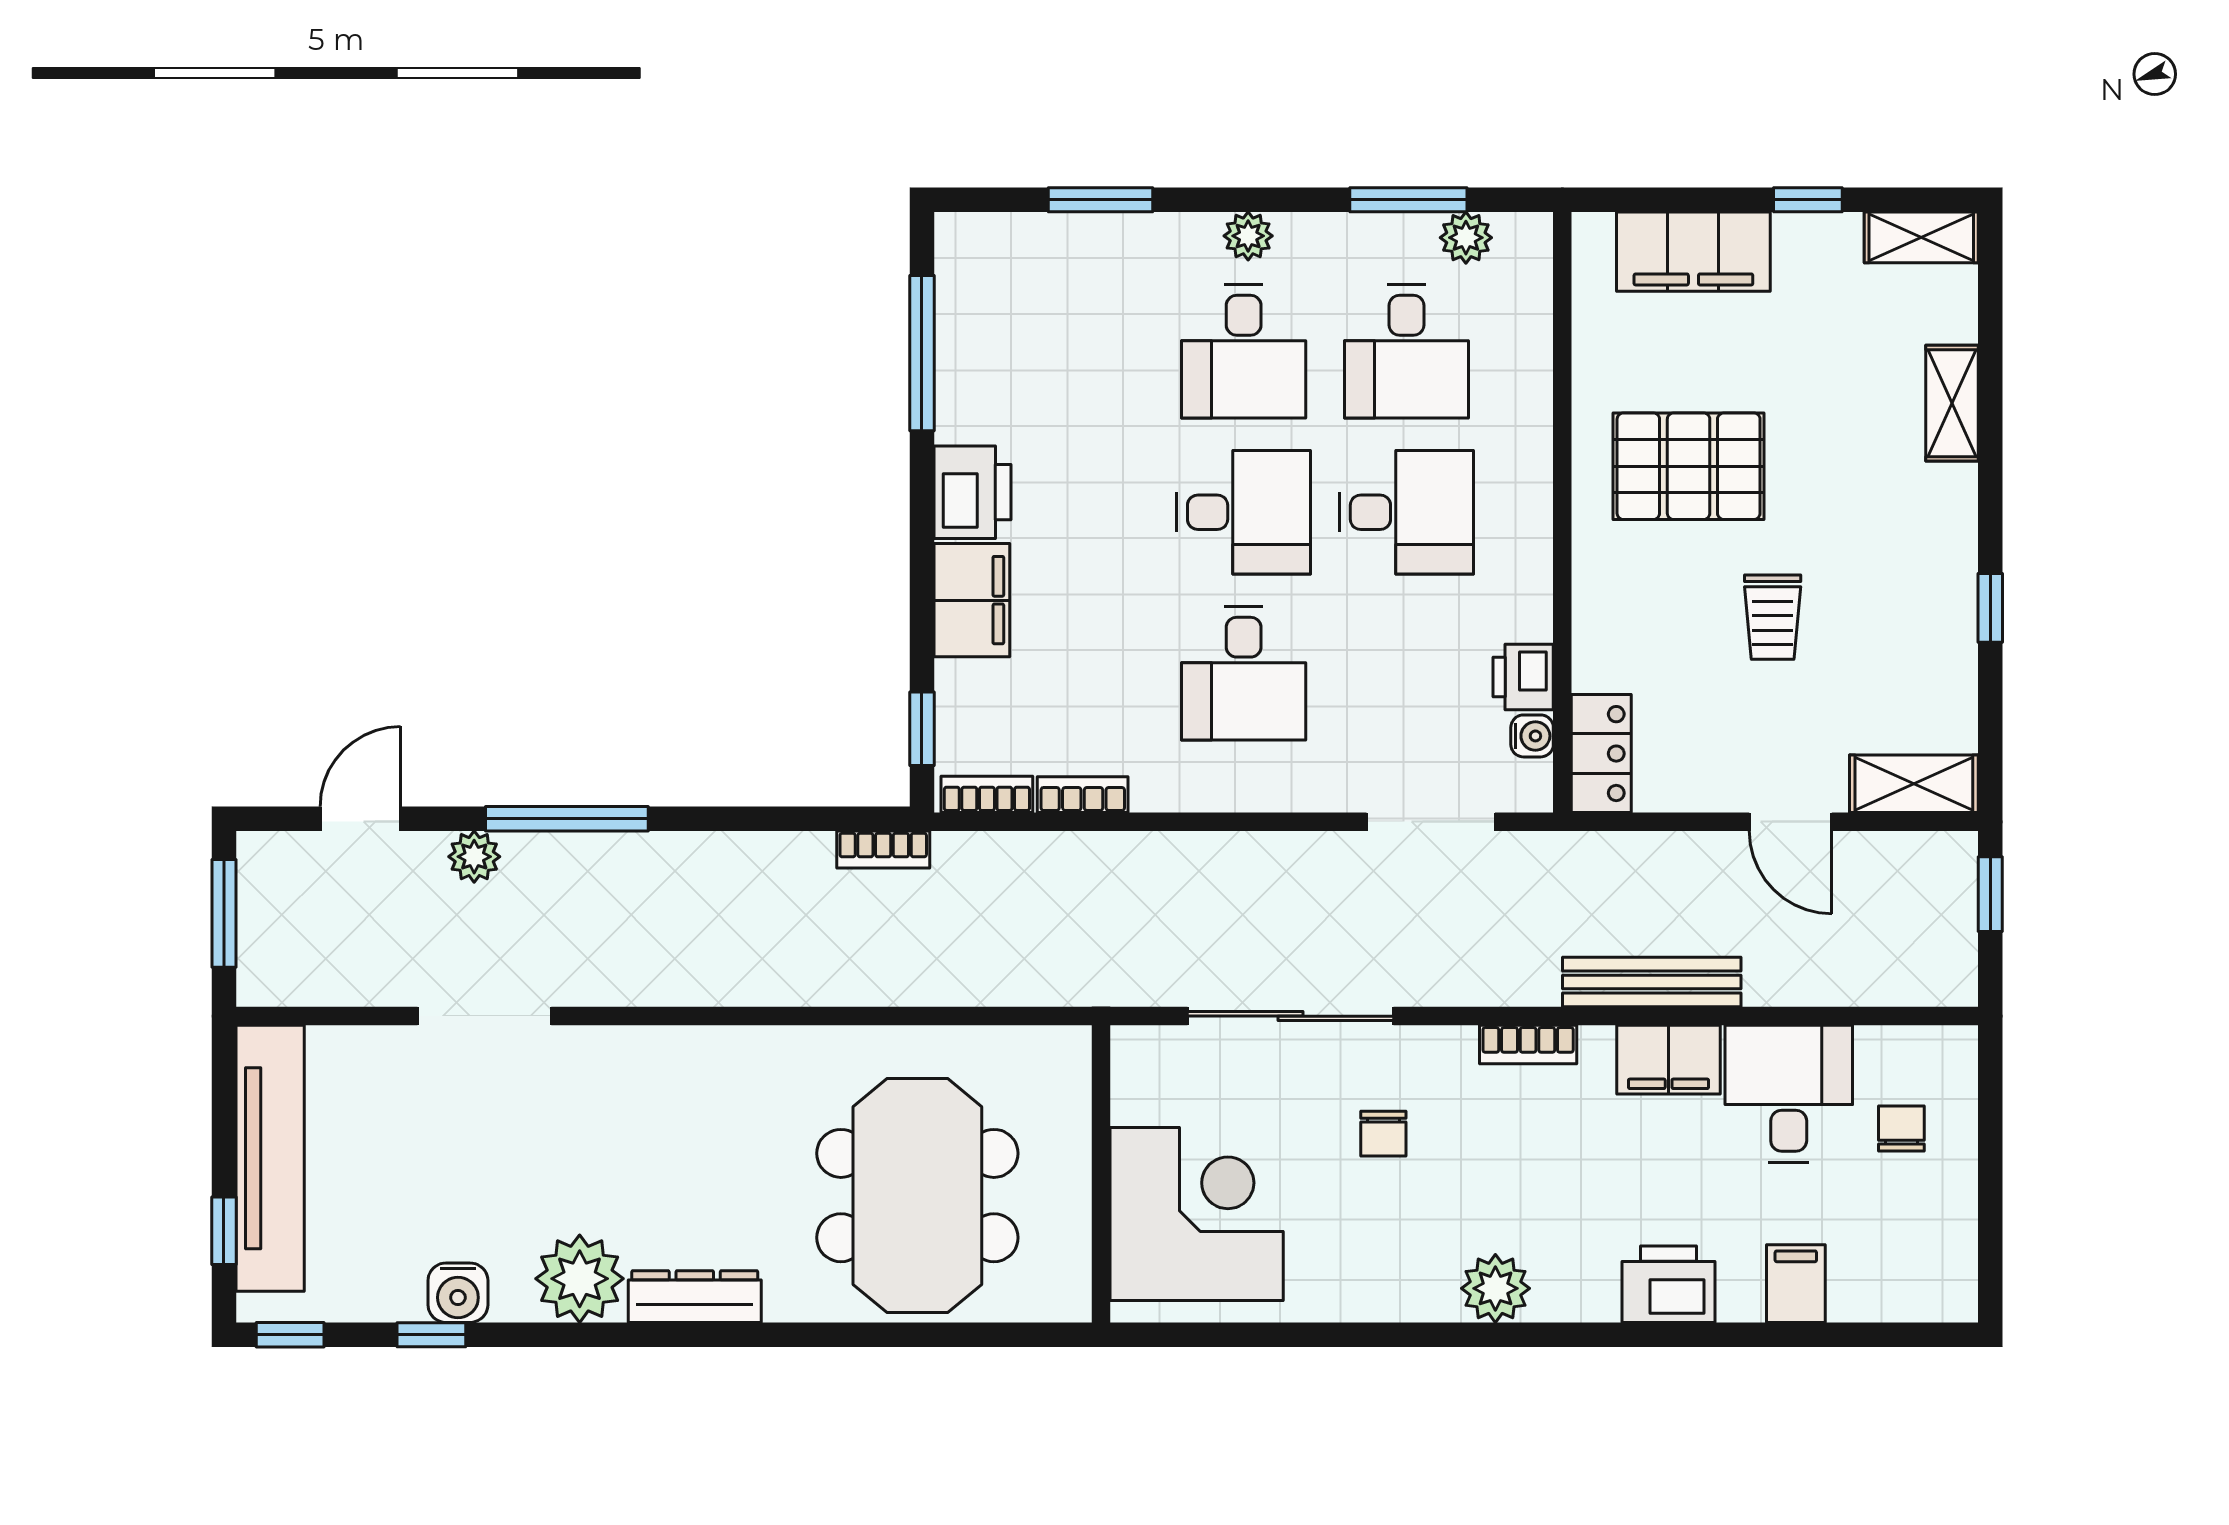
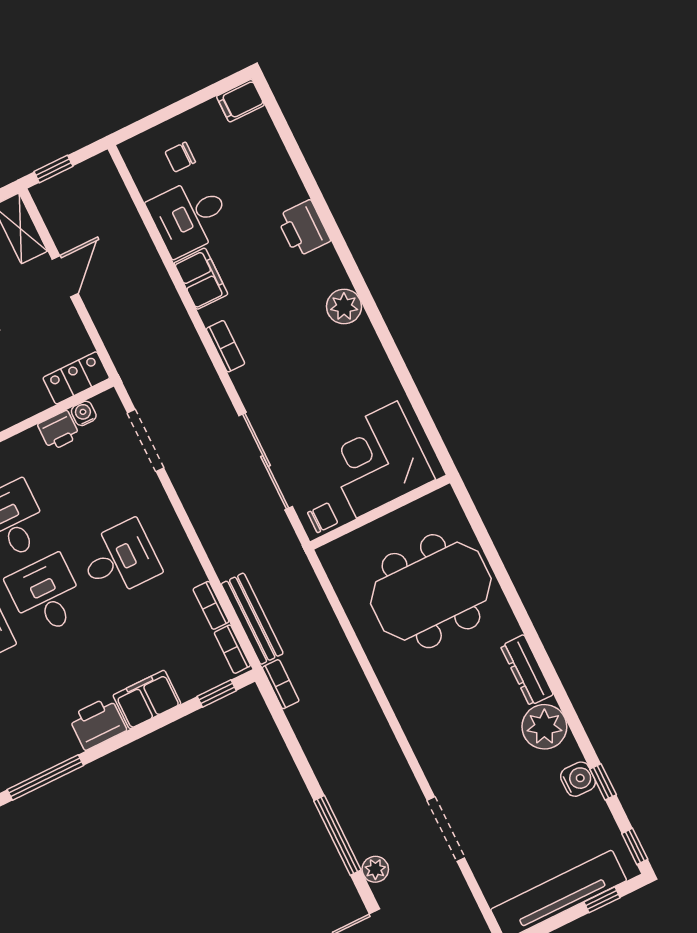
bench: (1652, 982) -> (252, 619), moved
chair: (1383, 1134) -> (323, 518), moved
filing cabinet: (1796, 1284) -> (240, 101), moved

